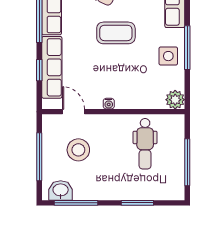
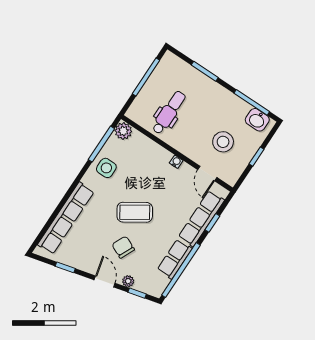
coffee table: (116, 33) -> (135, 212), turned -33
window: (187, 48) -> (101, 144), moved
window: (39, 157) -> (256, 157), width x0.46

